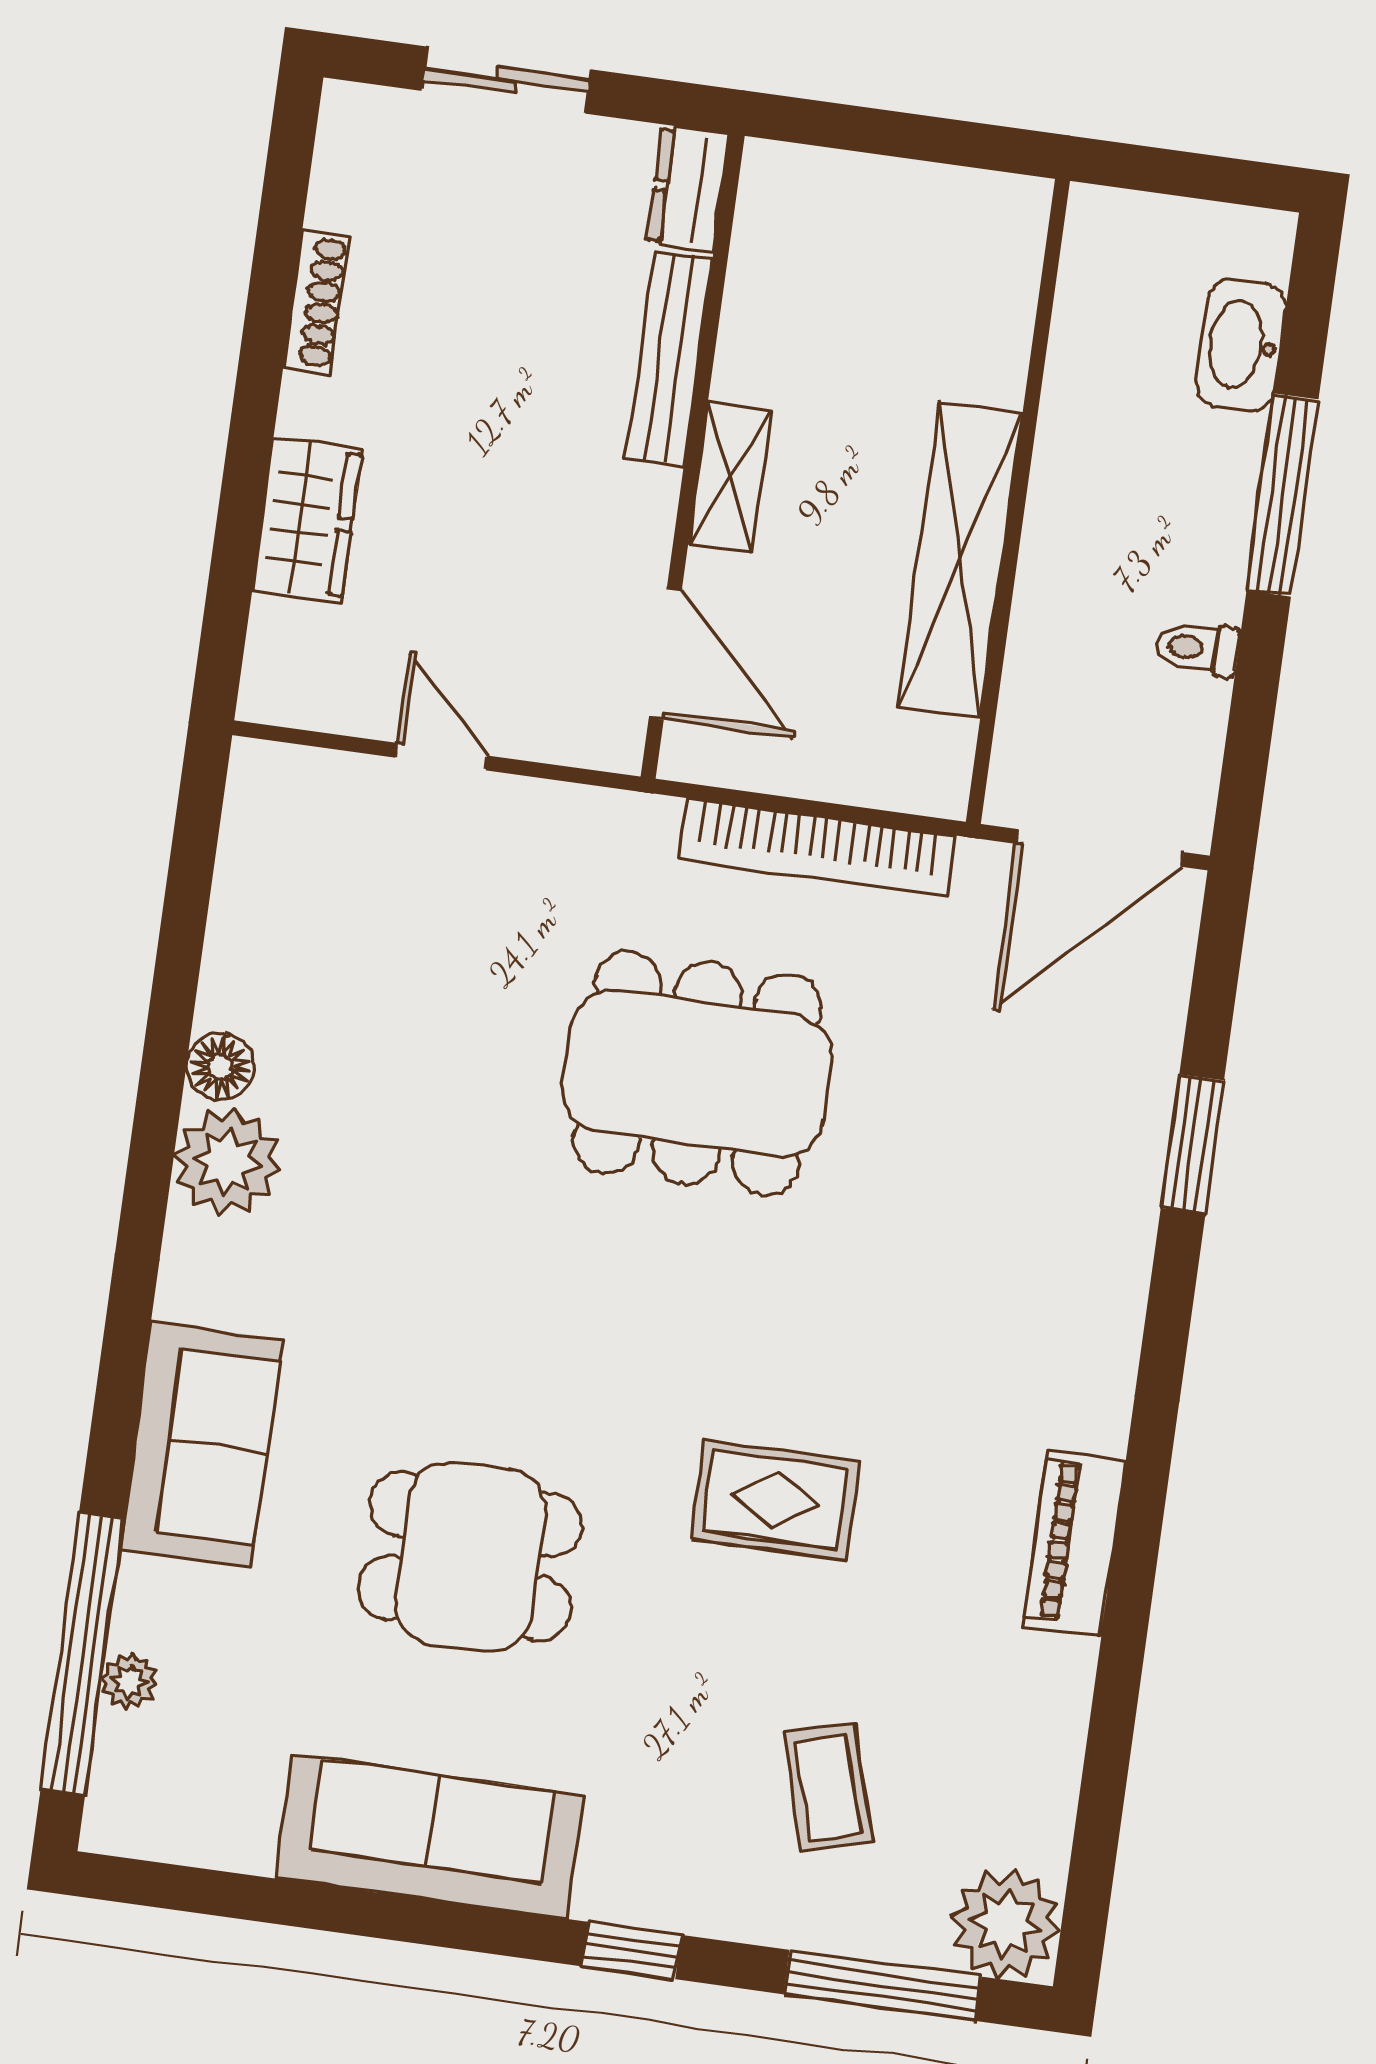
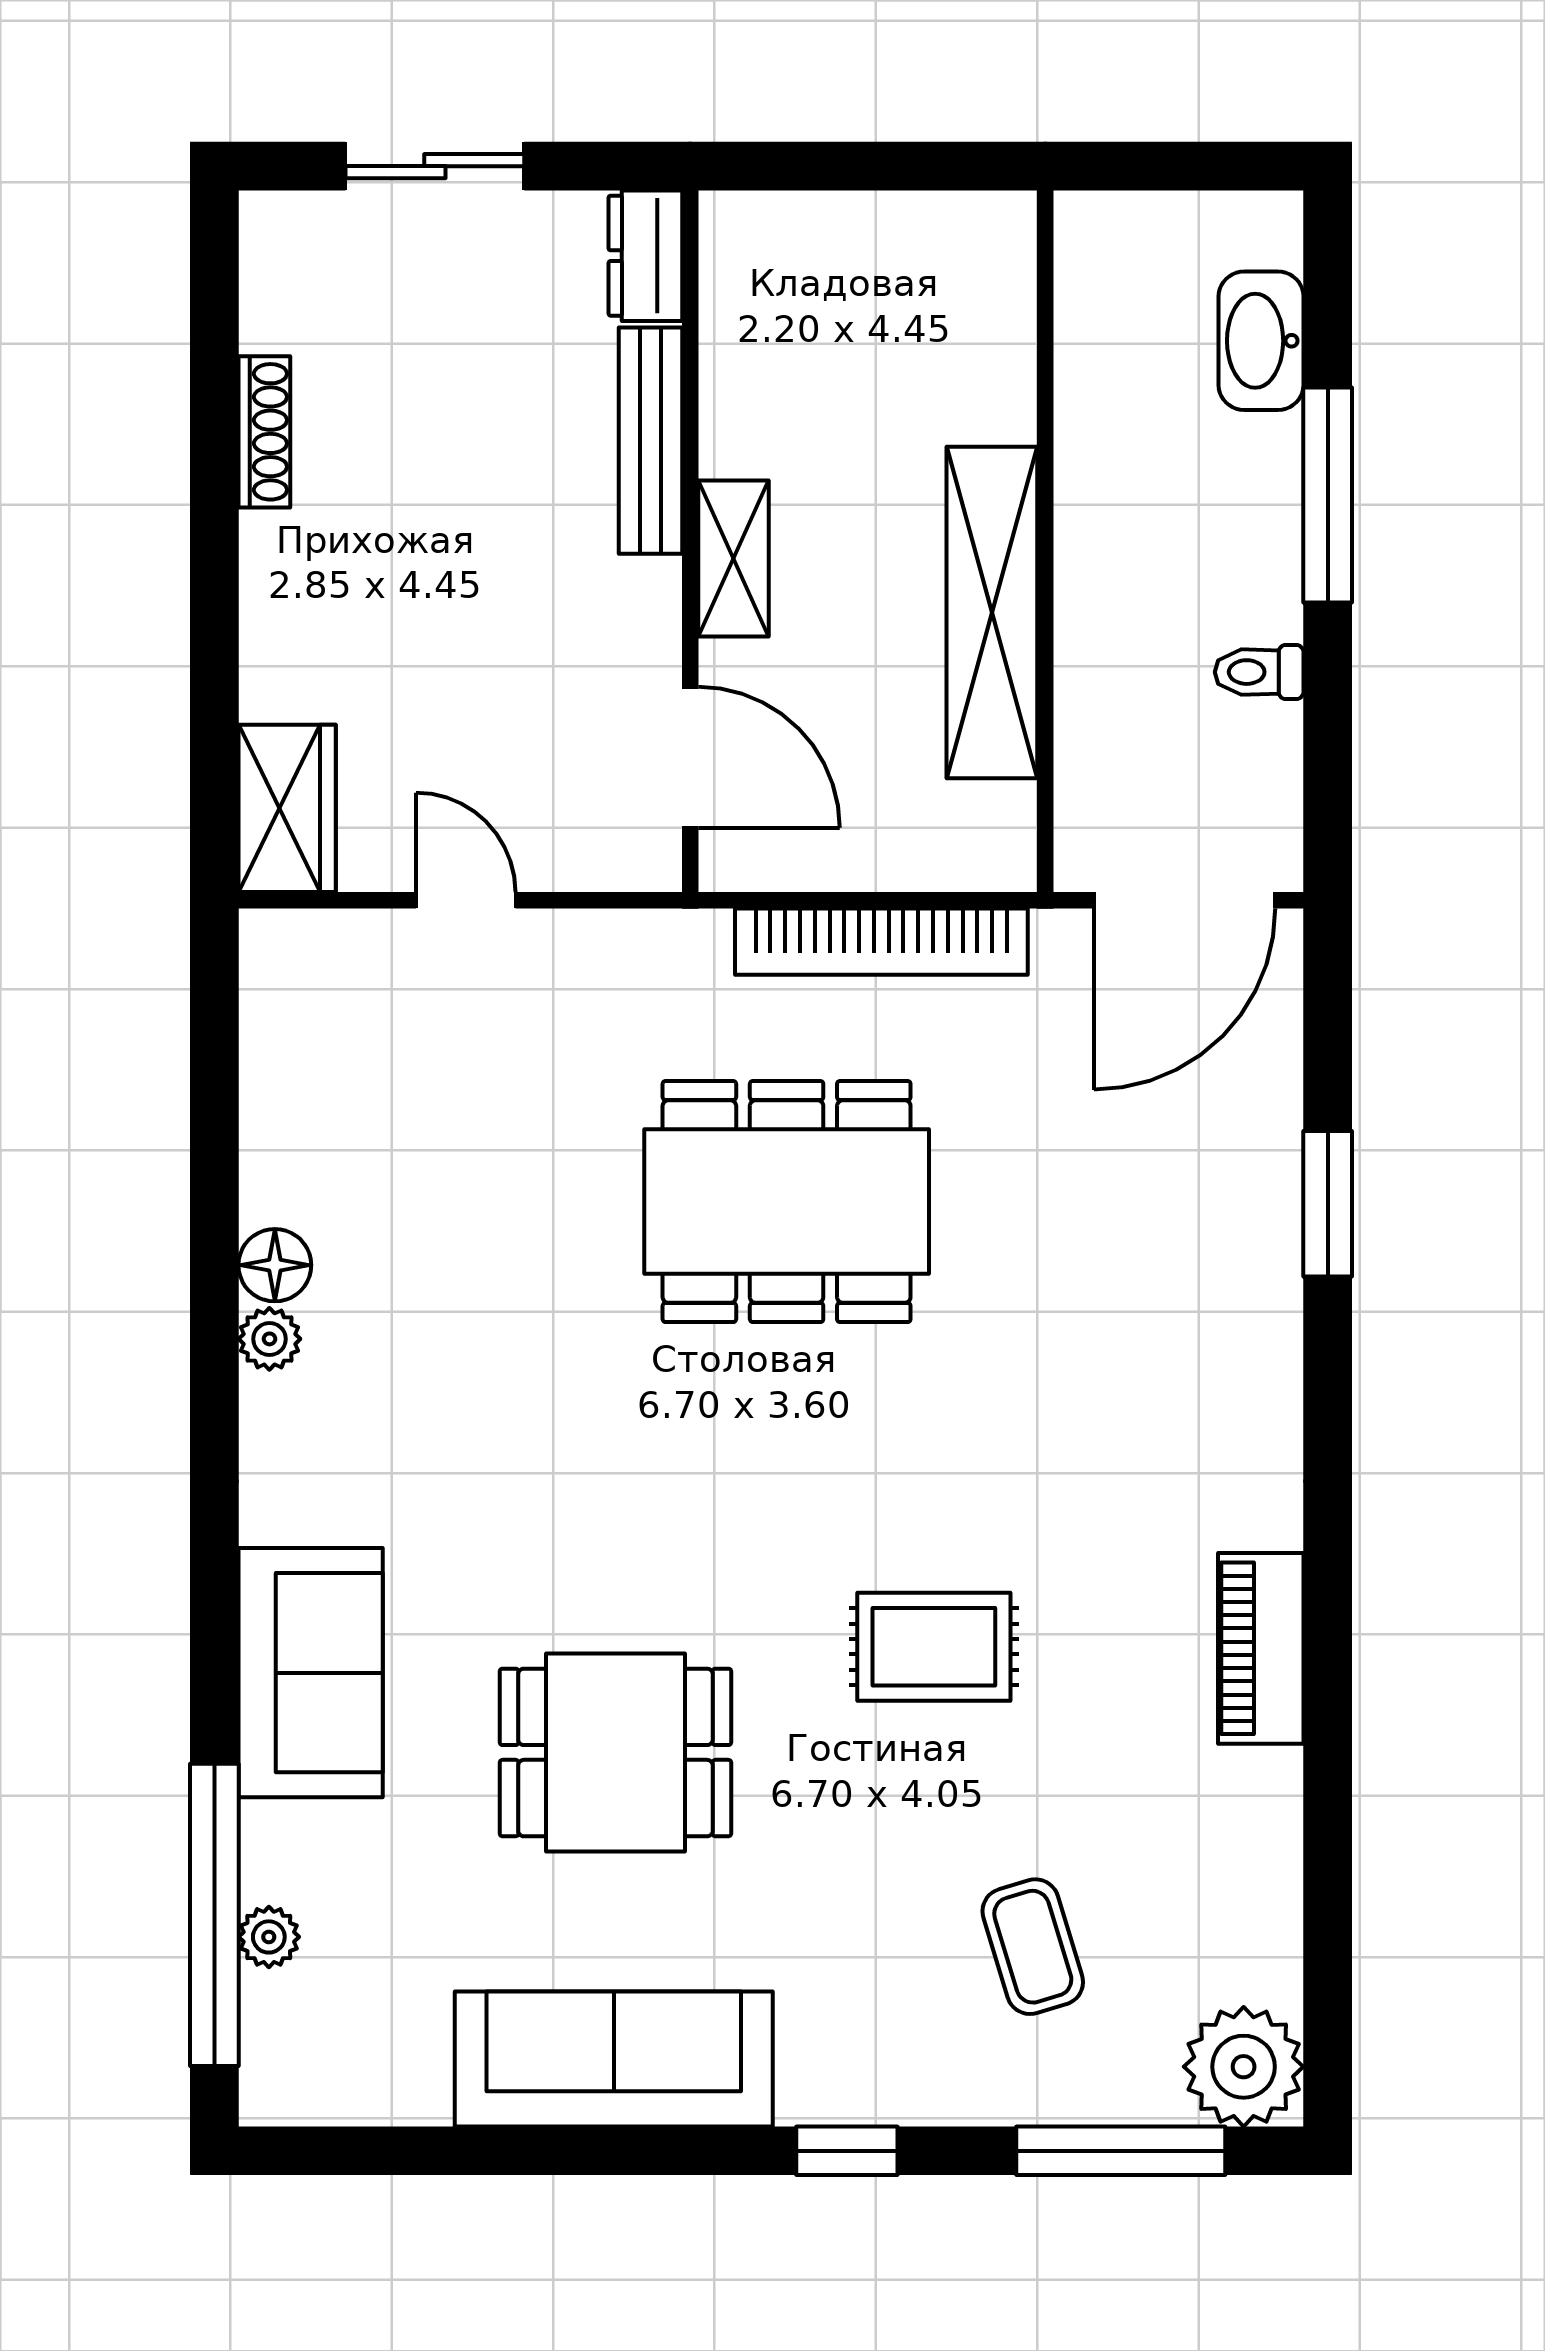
wardrobe: (307, 519) -> (287, 808), moved
plant: (227, 1162) -> (269, 1339), width x0.53, depth x0.53

